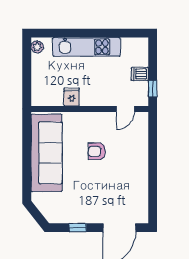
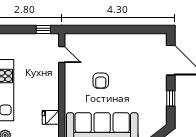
dishwasher: (140, 74) -> (30, 41), removed
fridge: (72, 97) -> (51, 117), moved

